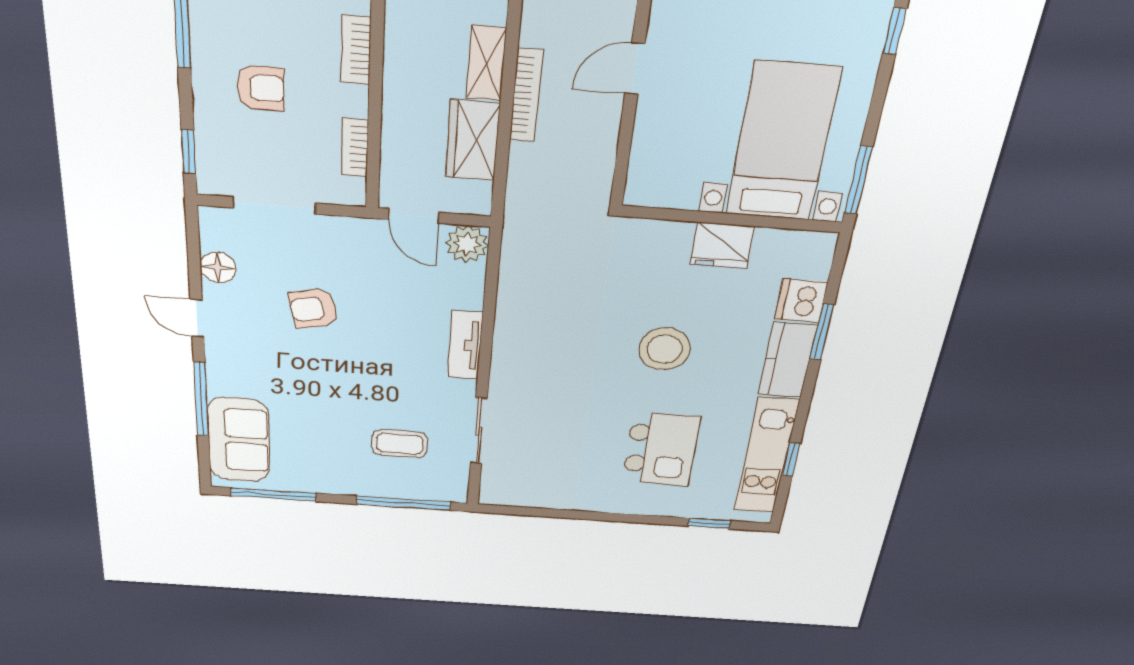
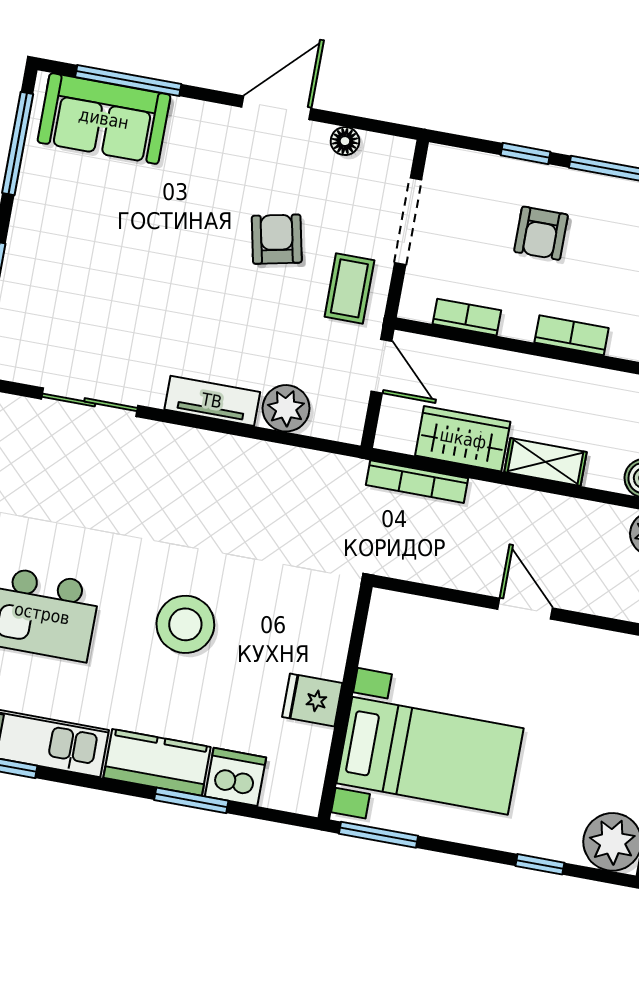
bookcase: (526, 95) -> (417, 482), moved
window: (189, 152) -> (526, 154), moved
door: (414, 216) -> (381, 366), swing flipped
plant: (467, 244) -> (286, 408), moved
fridge: (722, 245) -> (312, 700), width x0.72
floor lamp: (218, 268) -> (345, 141), width x0.73, depth x0.73
door: (197, 318) -> (276, 108), width x1.38
window: (201, 399) -> (128, 81), moved
coffee table: (400, 444) -> (349, 288), moved

